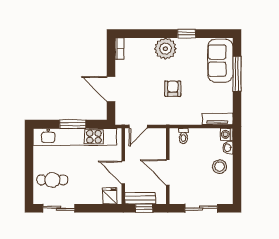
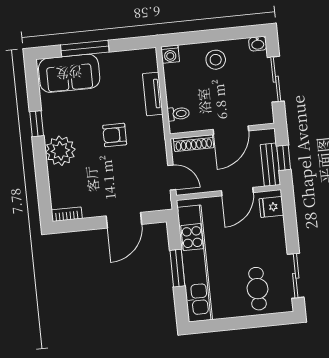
tv unit: (217, 119) -> (153, 94), moved
shoe rack: (161, 145) -> (194, 143), added
washbasin: (228, 148) -> (258, 44), moved

